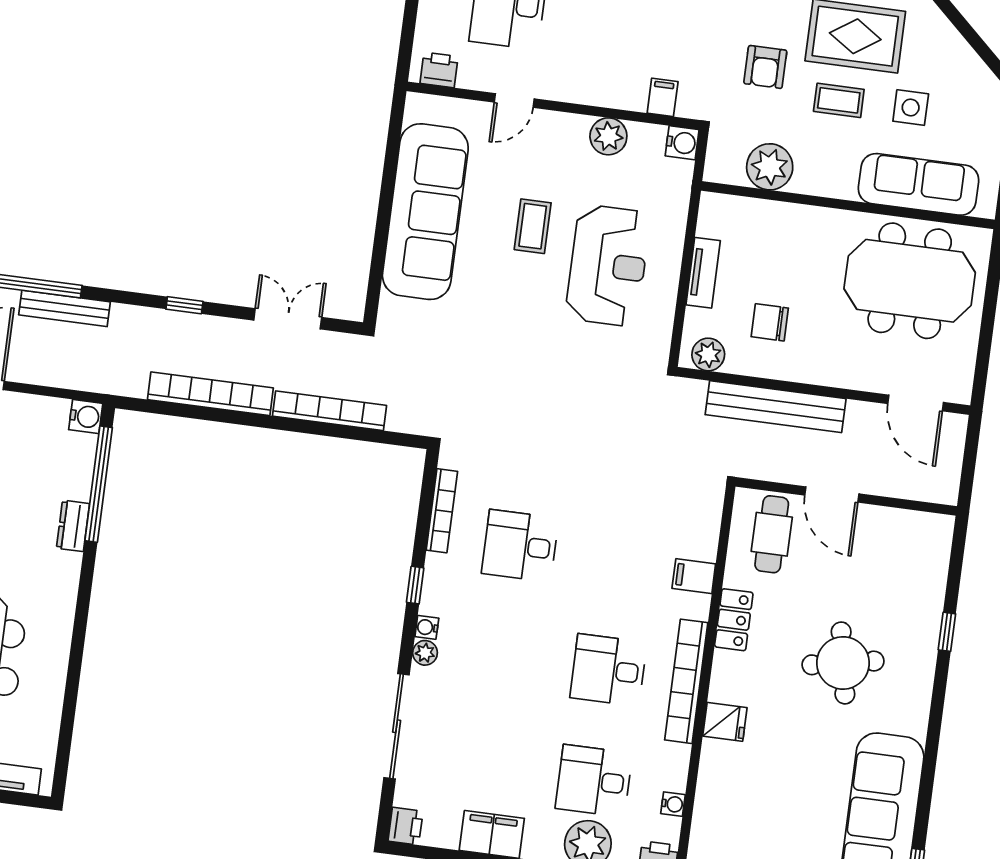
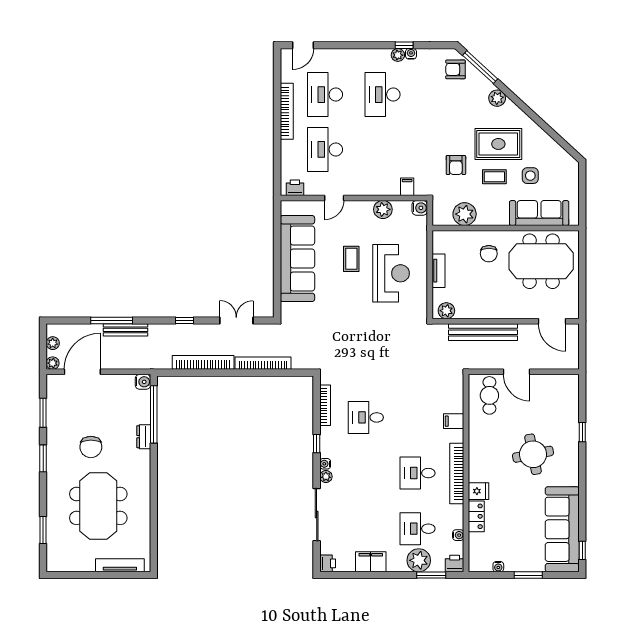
chair: (770, 322) -> (489, 254), moved, turned -90
locker: (734, 620) -> (476, 516), moved

